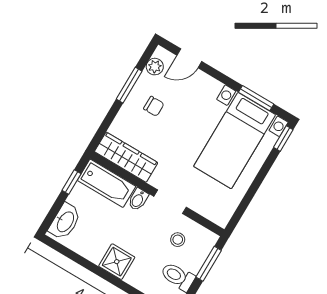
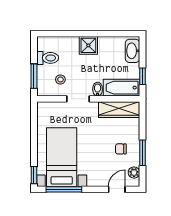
window: (256, 98) -> (64, 189), width x1.44

